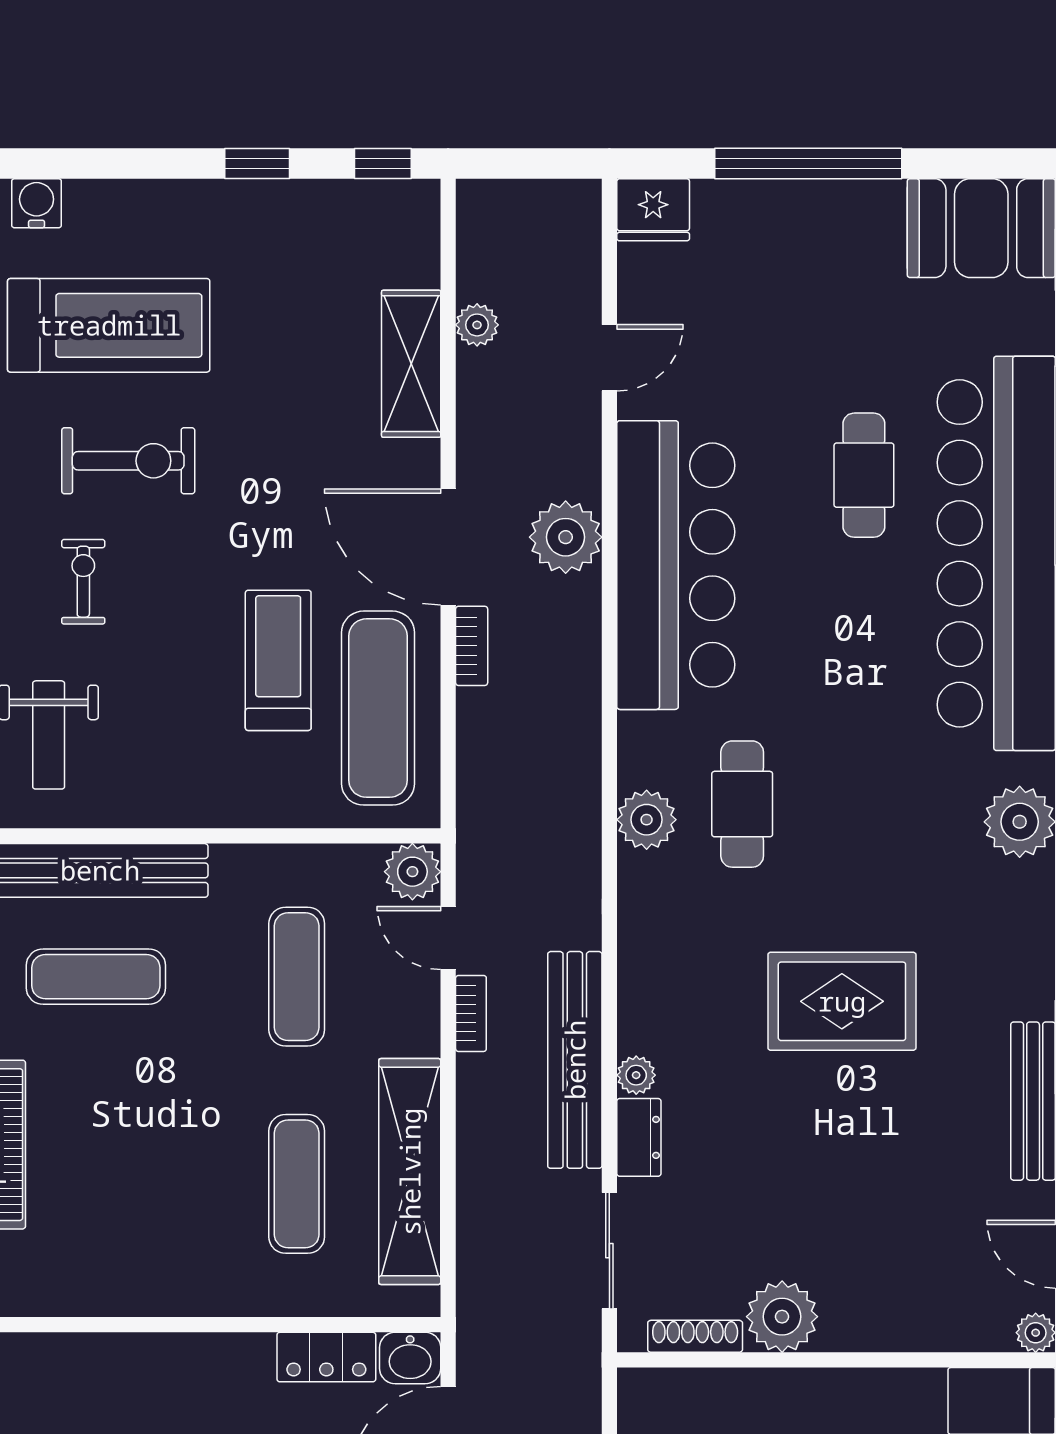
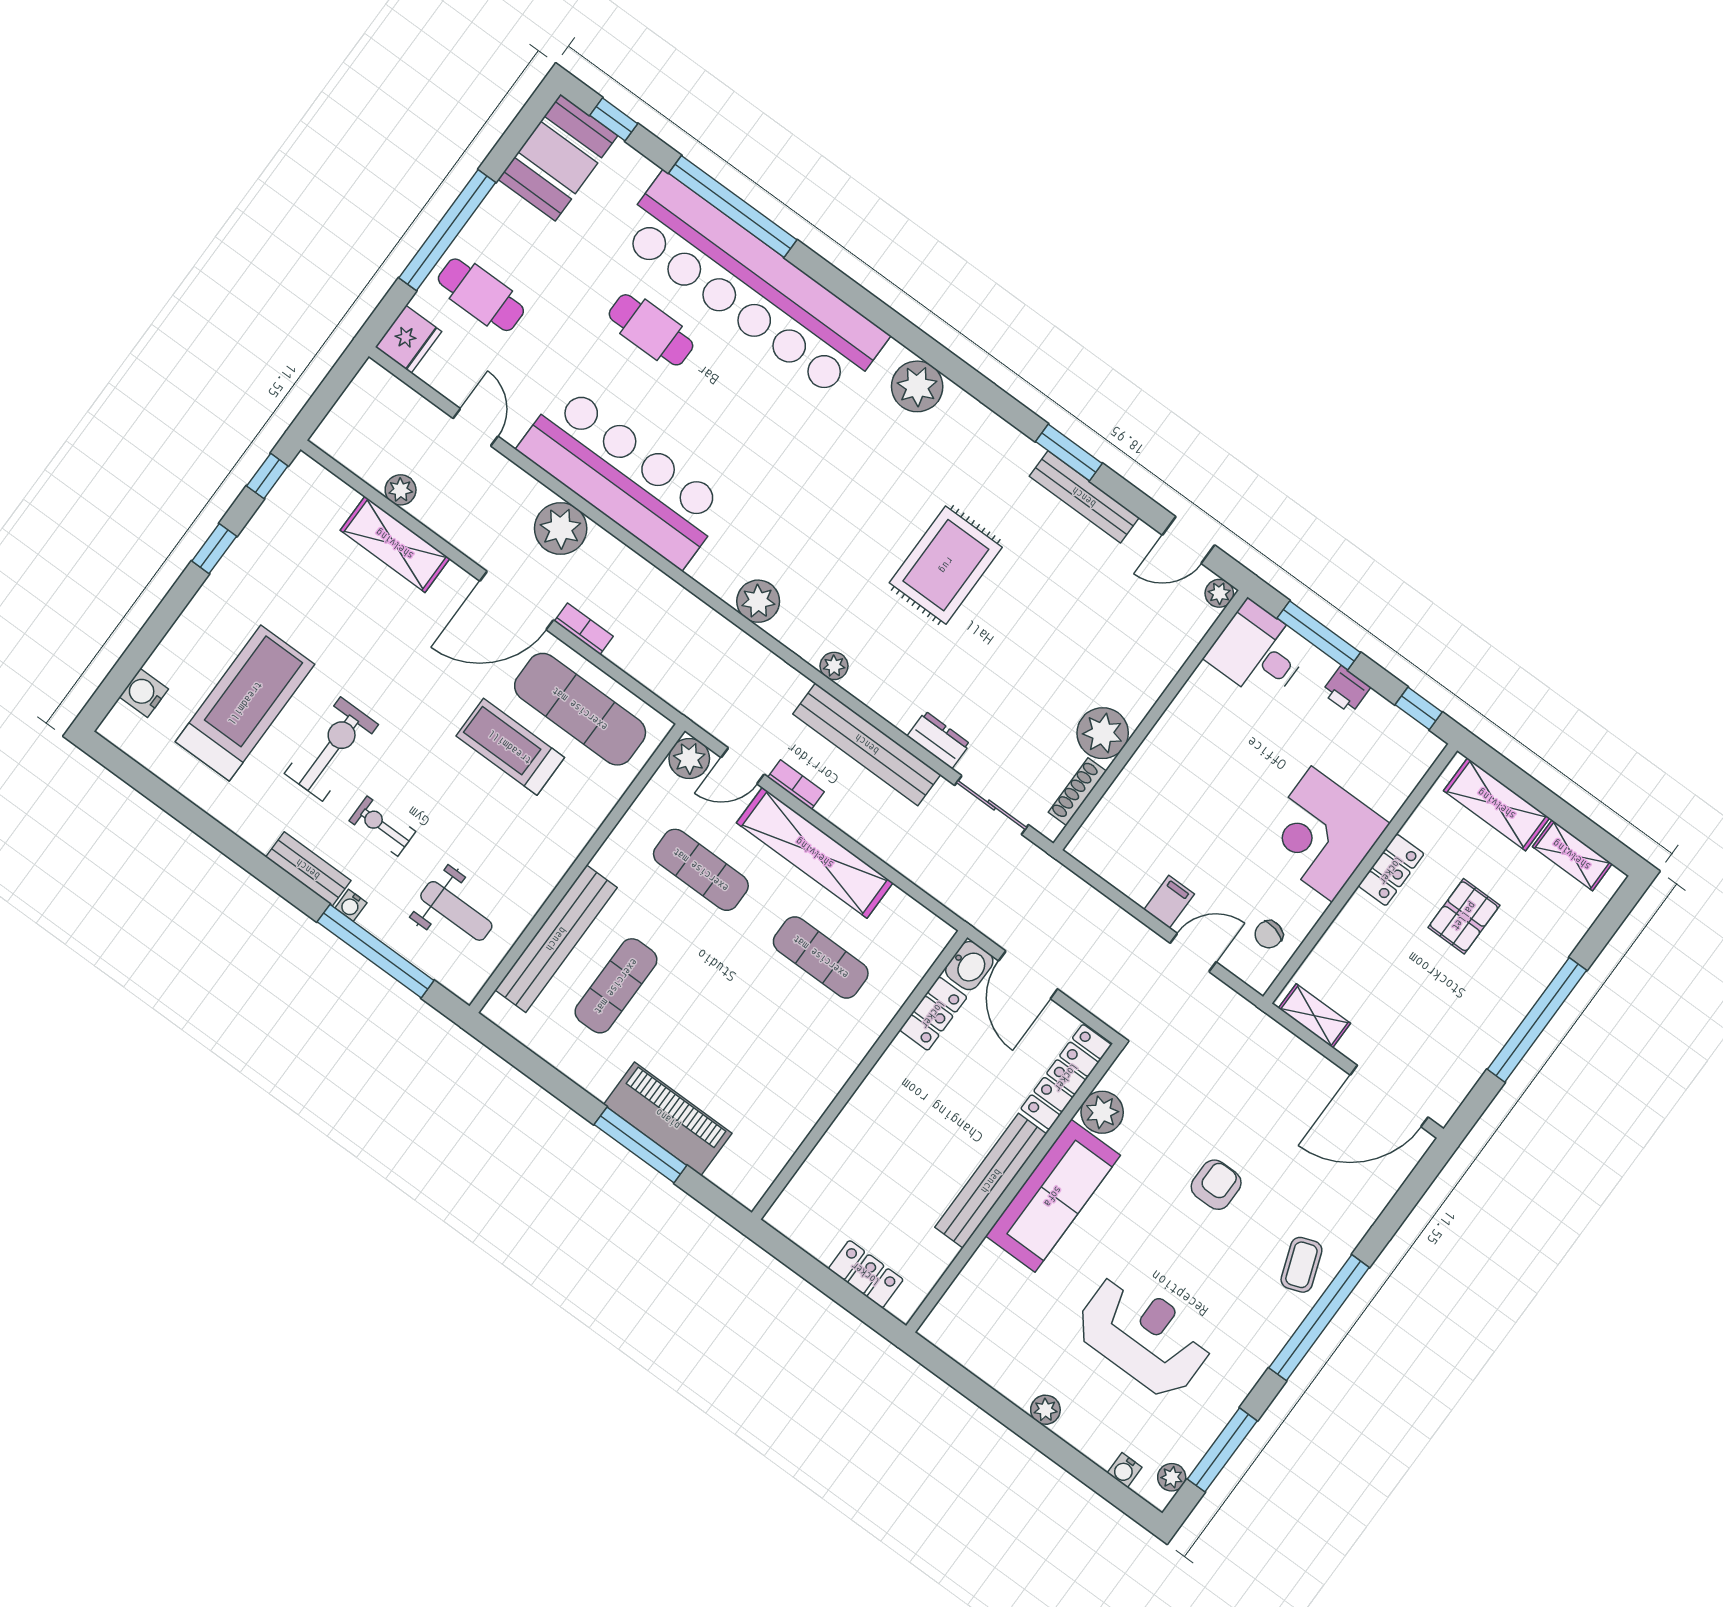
cafe table: (742, 804) -> (481, 295), moved
plant: (636, 1075) -> (834, 666), moved
shelving: (410, 1172) -> (815, 853), moved

